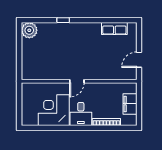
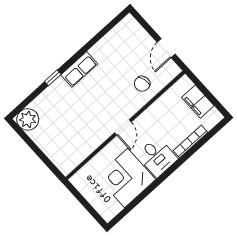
row of seats: (114, 28) -> (79, 69), moved
chair: (109, 67) -> (142, 84), added

